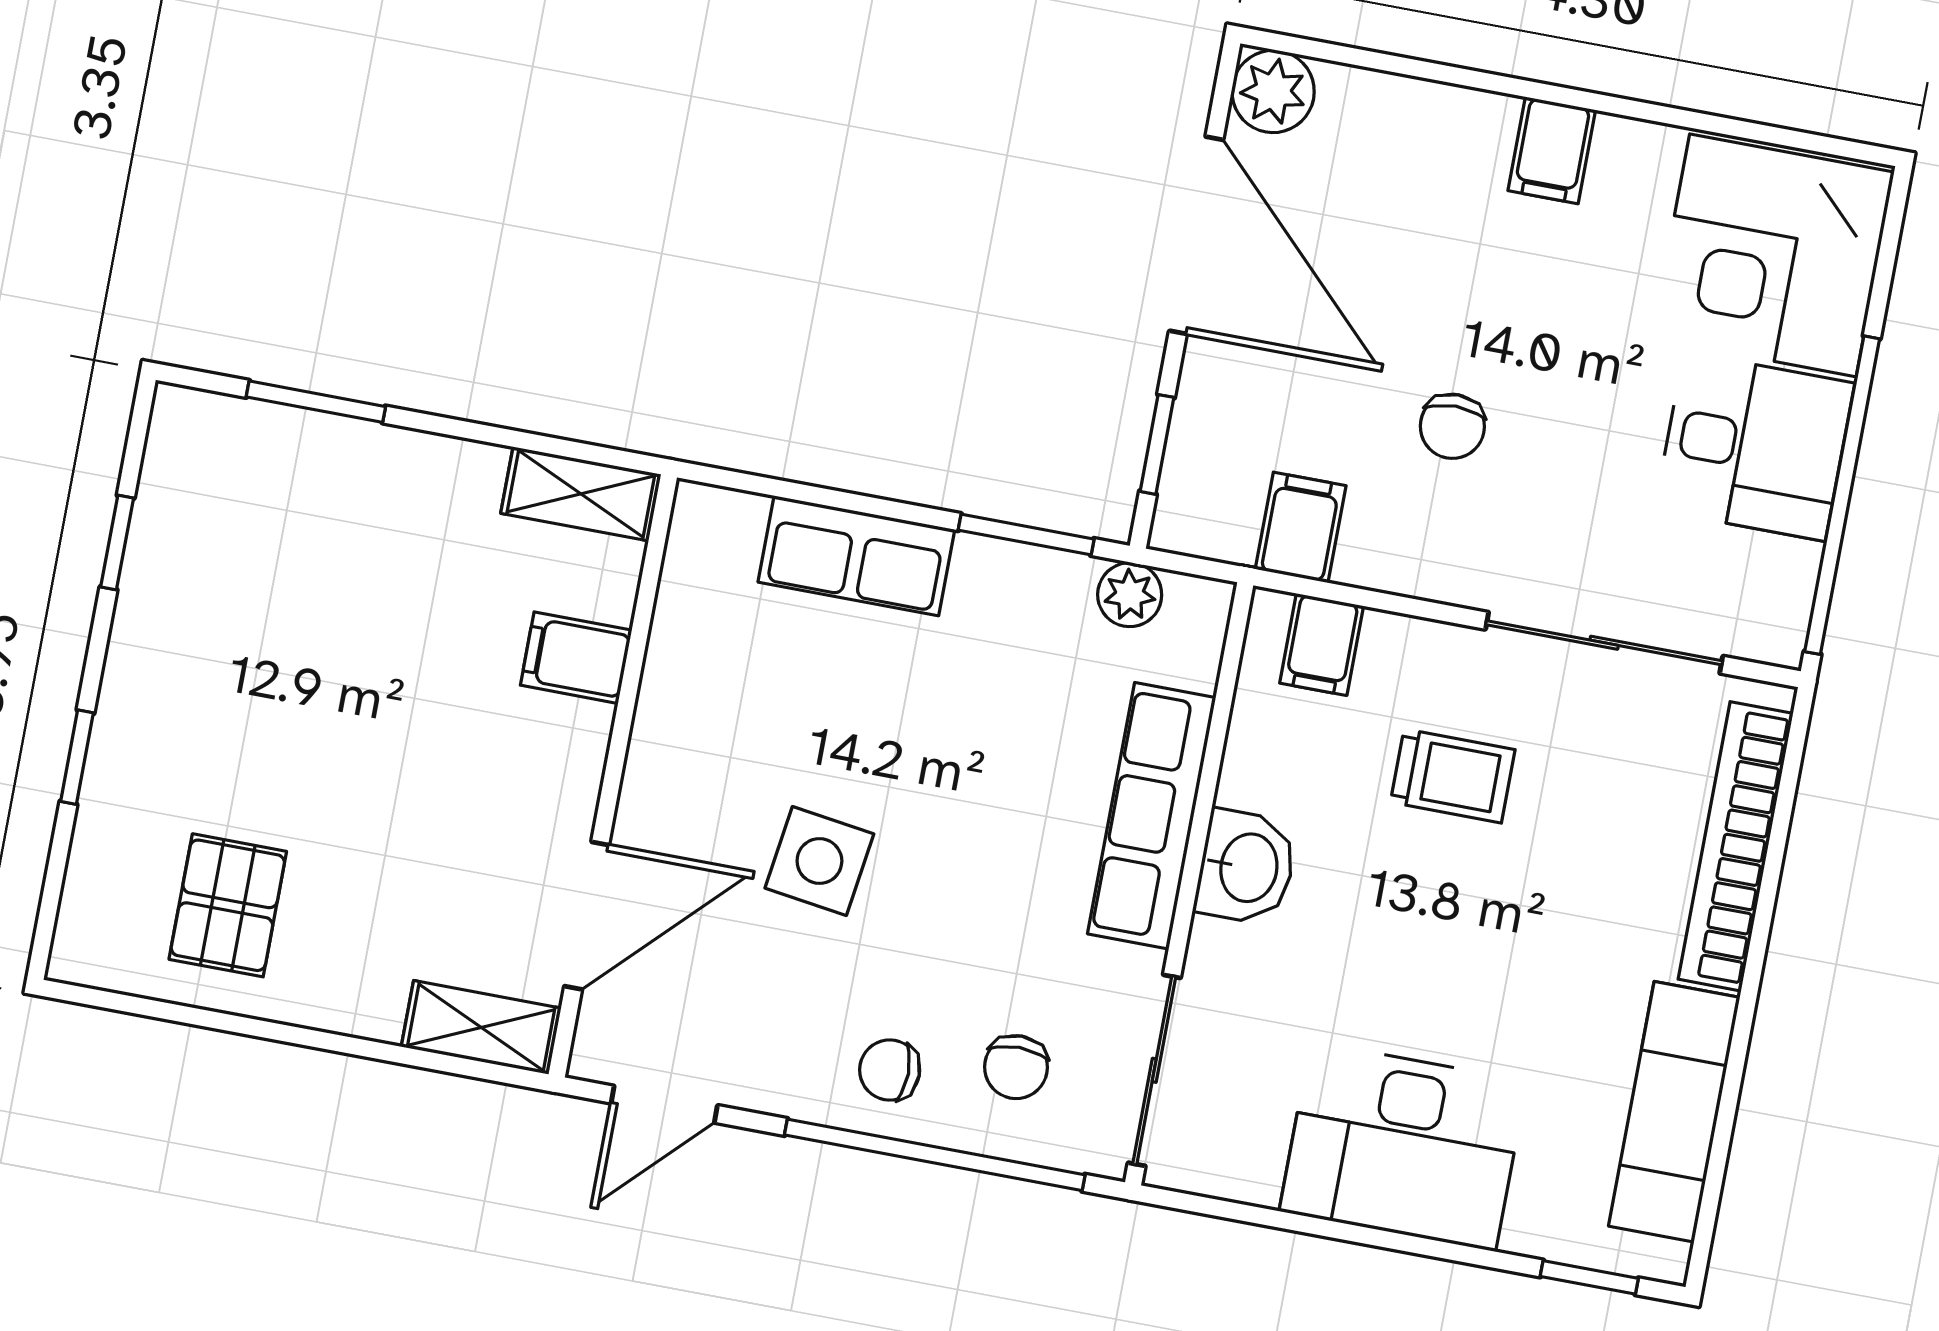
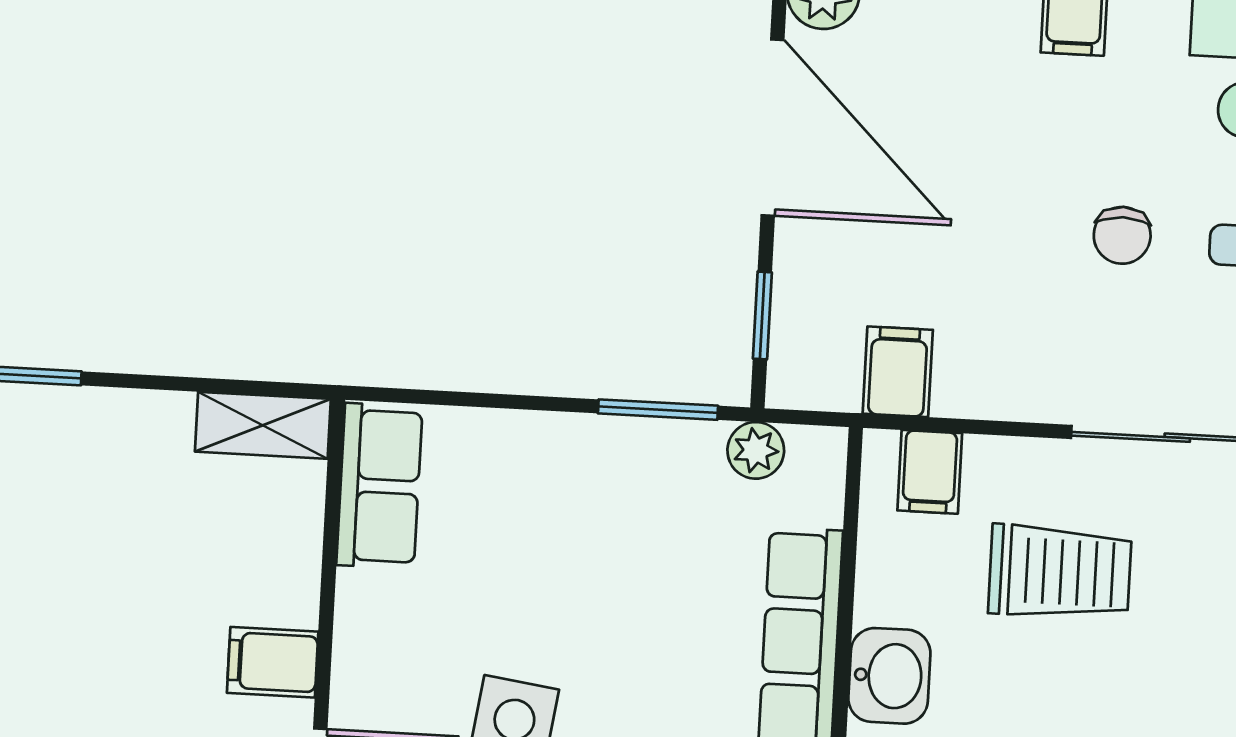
chair: (1452, 426) -> (1122, 235), moved
row of seats: (856, 556) -> (379, 486), moved, turned -90
filing cabinet: (576, 658) -> (273, 662), moved
trolley: (1453, 776) -> (1060, 572), width x1.36, depth x1.39

